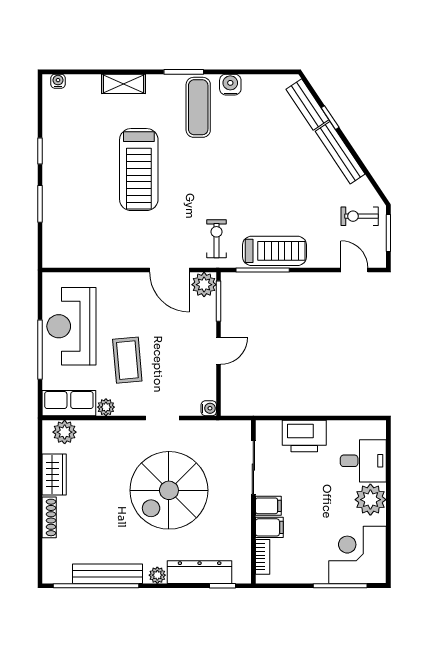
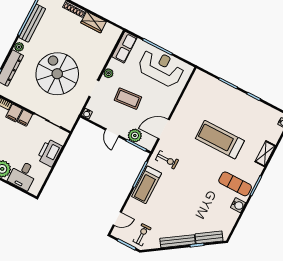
plant: (204, 285) -> (135, 135), moved
coffee table: (127, 360) -> (128, 99), moved
plant: (106, 407) -> (108, 73), moved
plant: (65, 432) -> (112, 38), removed

